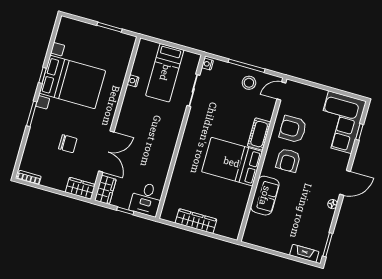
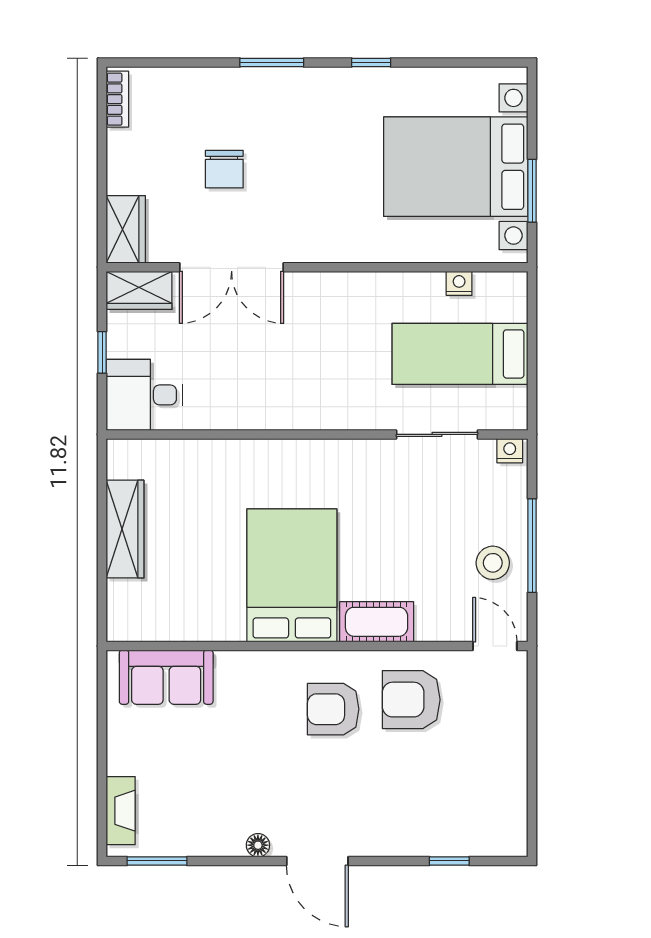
nightstand: (133, 81) -> (459, 283), moved
bed with nightstands: (72, 82) -> (456, 167), moved, turned 90
corner sofa: (340, 122) -> (460, 808), removed
armchair: (293, 129) -> (411, 700), turned -90
sofa: (265, 196) -> (166, 677), moved

